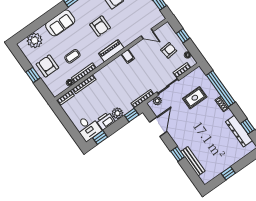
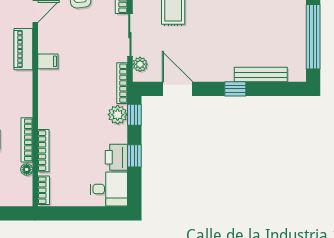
piano: (111, 51) -> (23, 49), moved
plant: (117, 113) -> (118, 115), moved
window: (100, 137) -> (134, 156), moved
window: (228, 173) -> (313, 37), width x3.17

